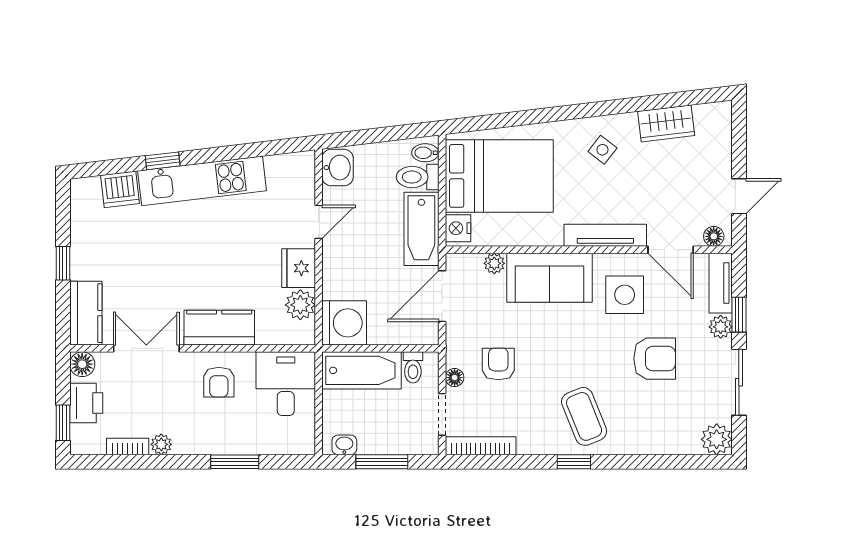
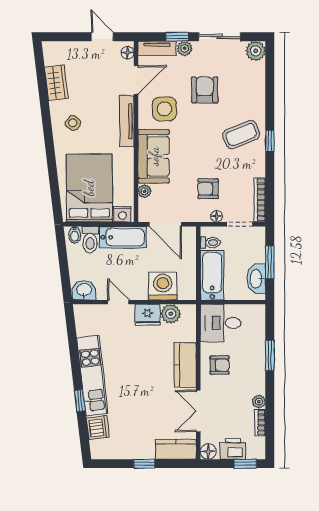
washing machine: (344, 323) -> (163, 286), moved
washbasin: (344, 445) -> (256, 279), width x1.91, depth x1.45

